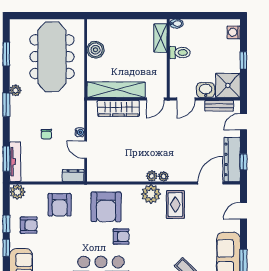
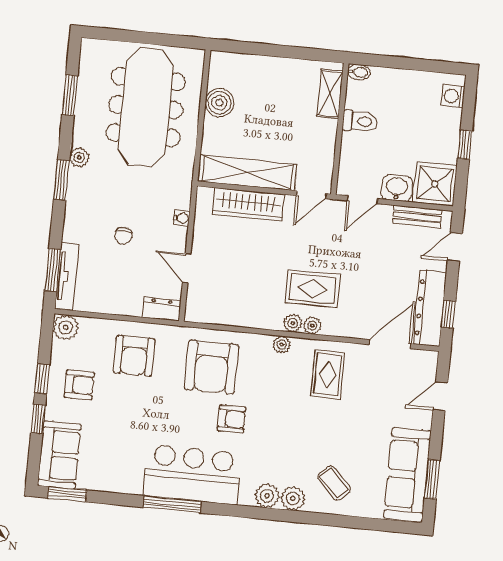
water cooler: (80, 132) -> (182, 218), moved
rug: (162, 155) -> (313, 289), added
plant: (151, 194) -> (282, 345), width x0.53, depth x0.53

